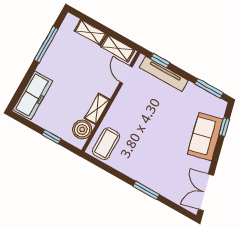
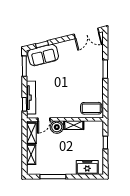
freezer: (33, 95) -> (87, 167), width x0.71
boiler: (82, 129) -> (57, 127), moved
sofa: (205, 137) -> (43, 55), moved

